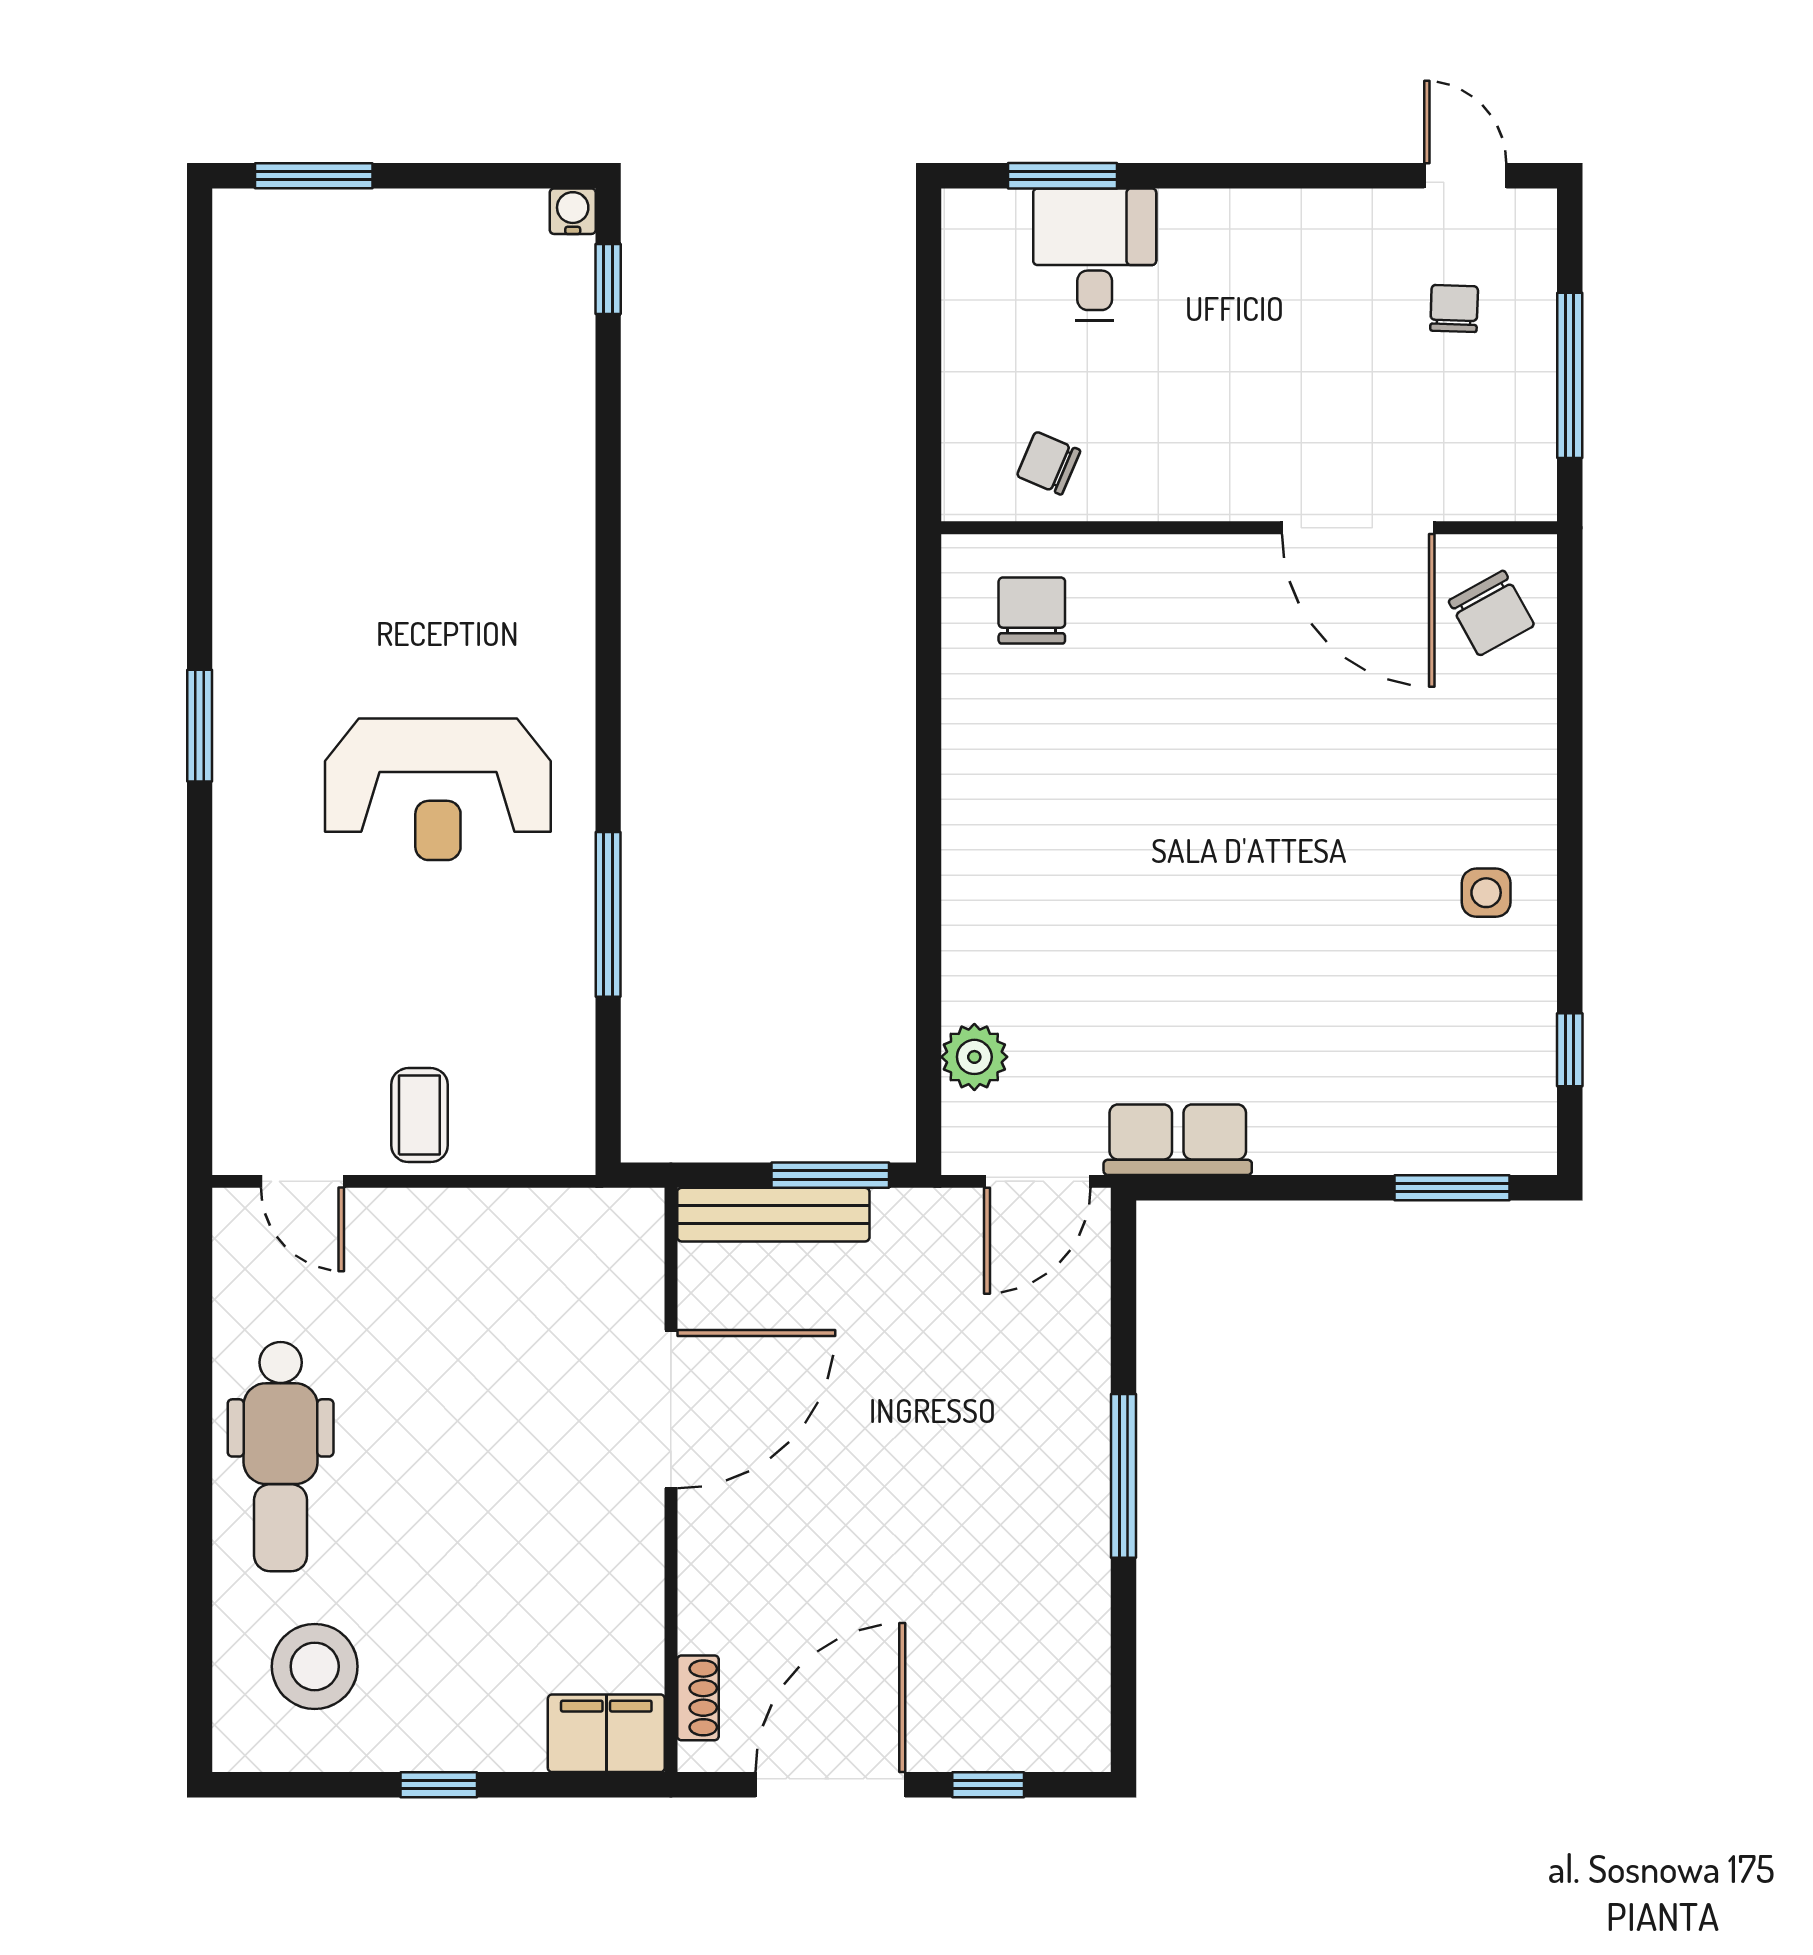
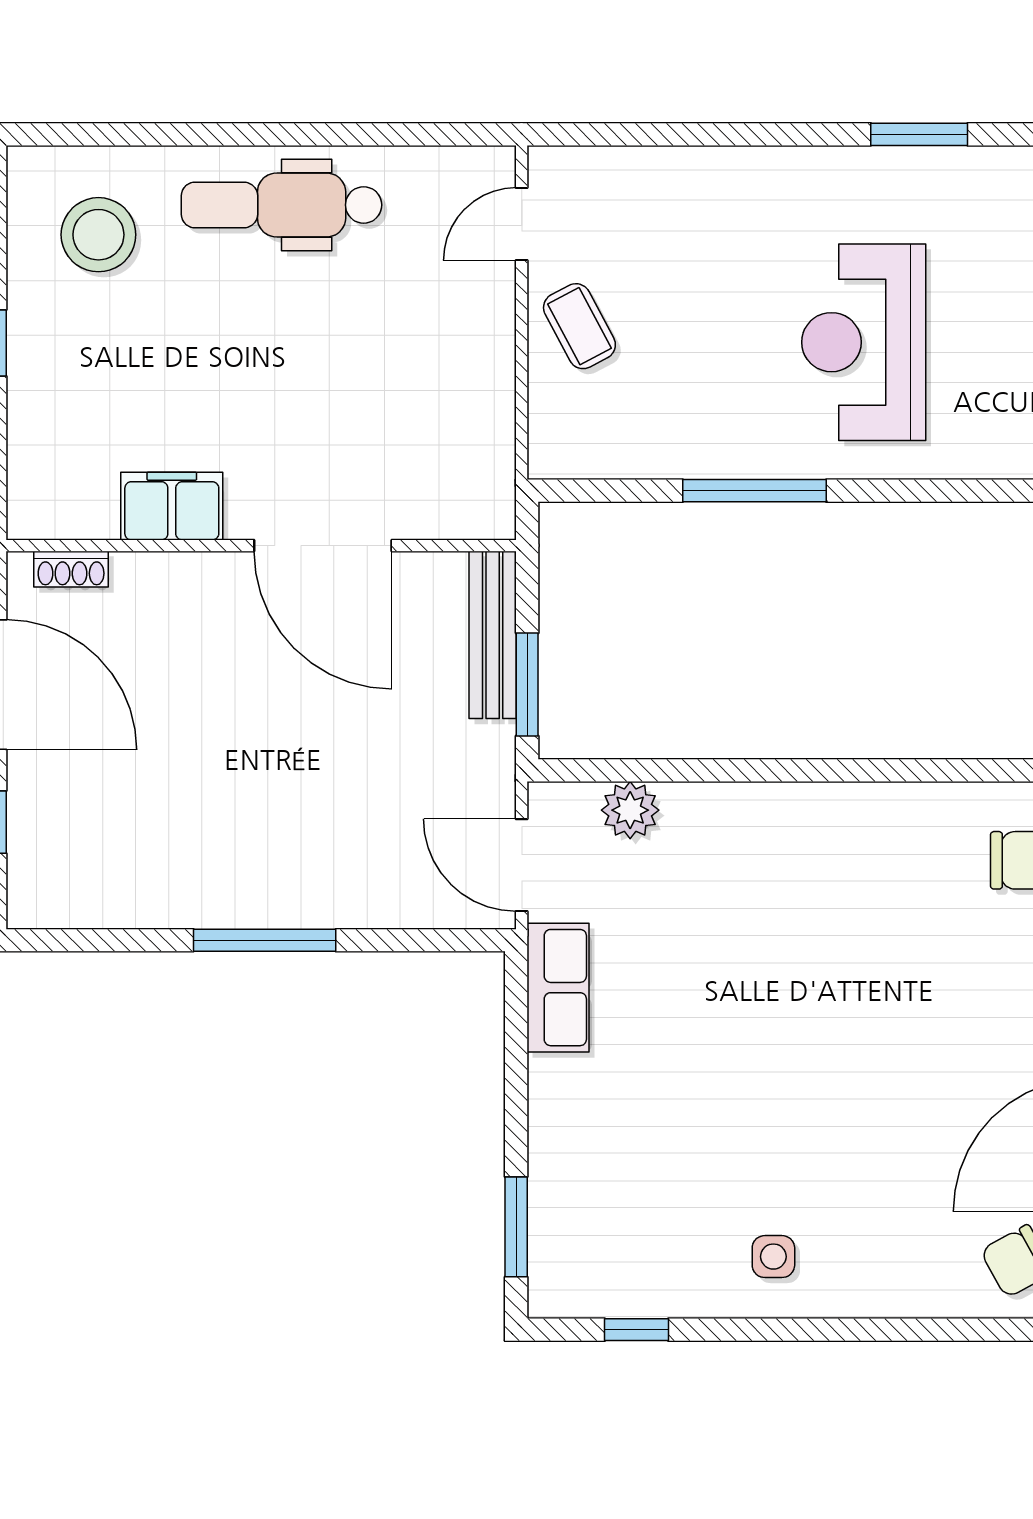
coffee table: (419, 1115) -> (579, 326), turned 62
filing cabinet: (606, 1733) -> (172, 506), moved, turned -90

